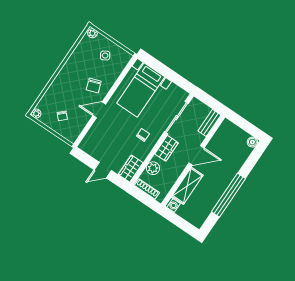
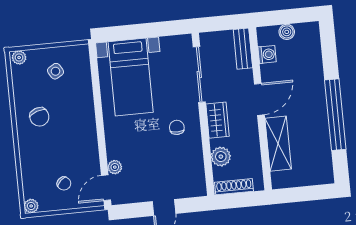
chair: (94, 85) -> (39, 117), moved
door: (99, 110) -> (106, 188), moved
plant: (95, 129) -> (115, 167), added
boiler: (252, 142) -> (287, 32), moved
wardrobe: (131, 169) -> (195, 179), removed
washing machine: (173, 205) -> (267, 54), moved

